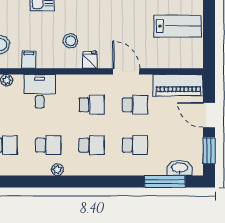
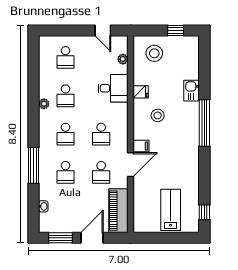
lab bench: (177, 26) -> (171, 210), turned 180
filing cabinet: (29, 60) -> (141, 146), moved
fridge: (90, 60) -> (141, 92), moved
washbasin: (179, 168) -> (43, 206), width x0.52, depth x0.69
window: (165, 181) -> (33, 165), moved

